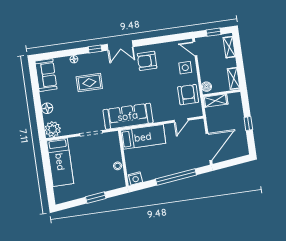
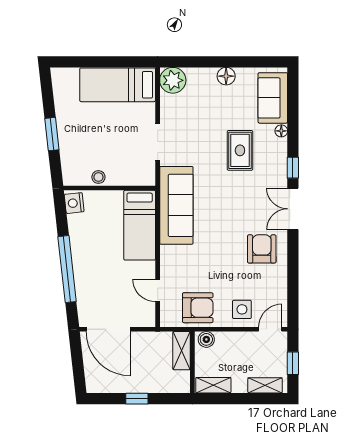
sofa: (46, 75) -> (273, 98), moved, turned 90
floor lamp: (47, 108) -> (226, 76), moved

